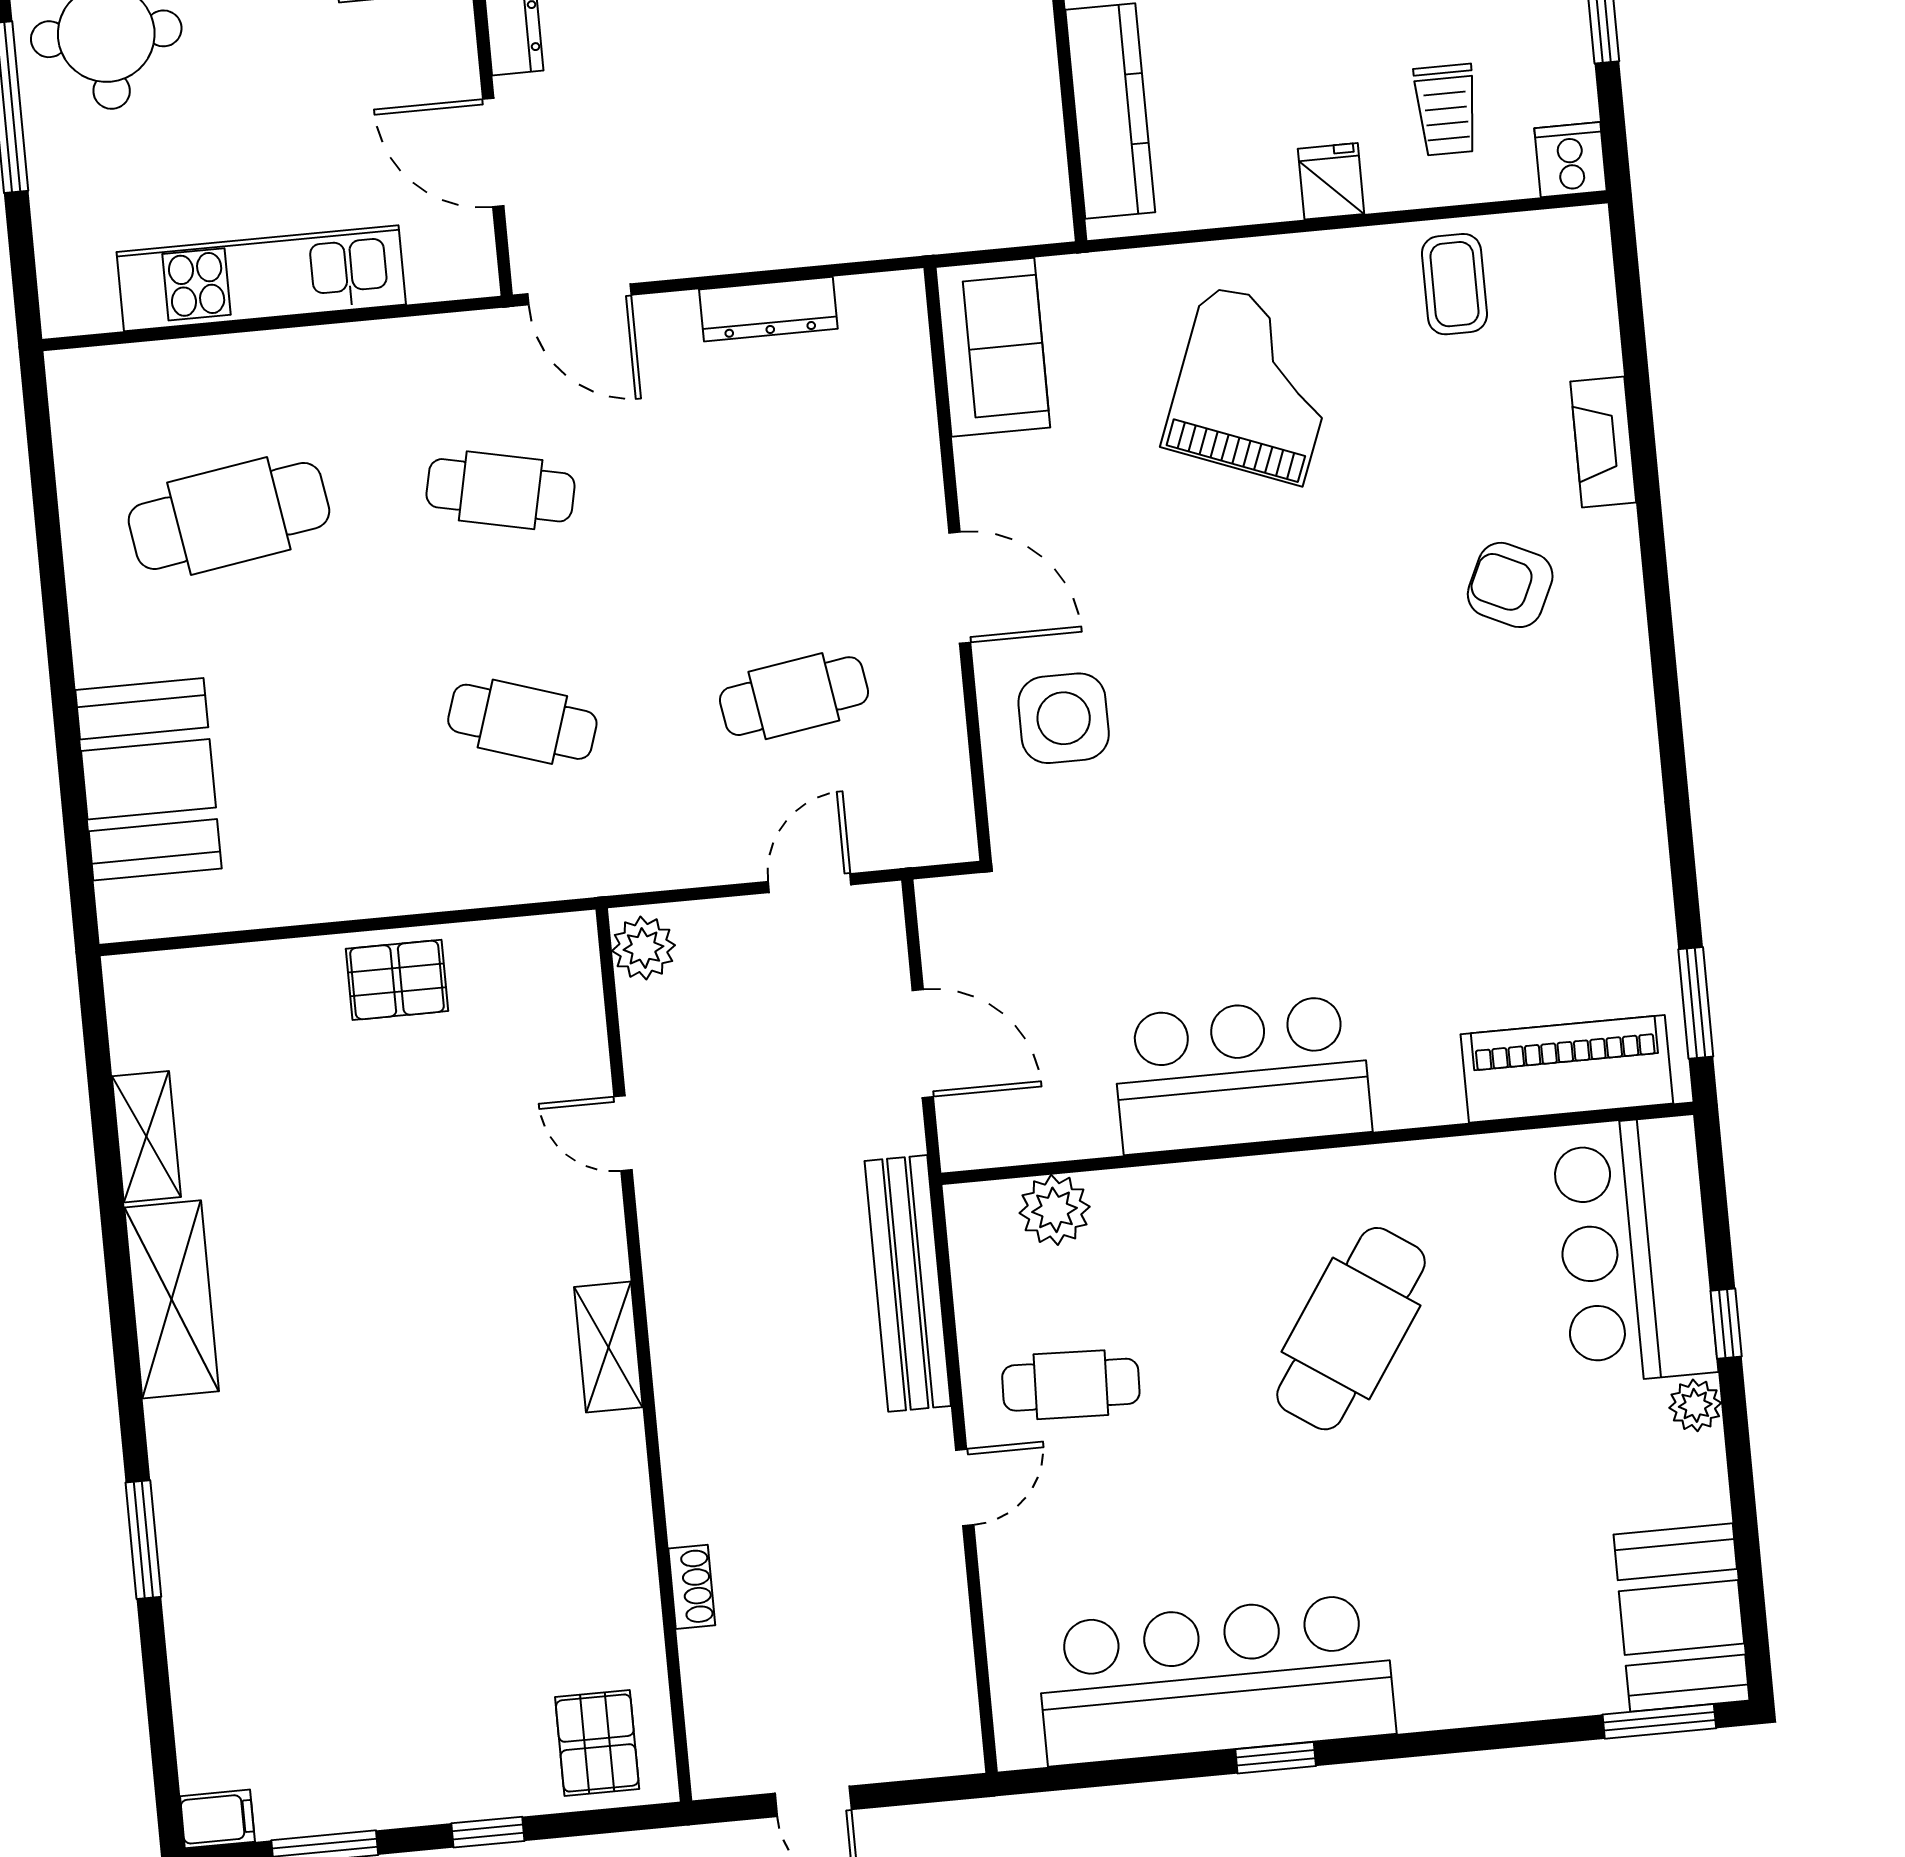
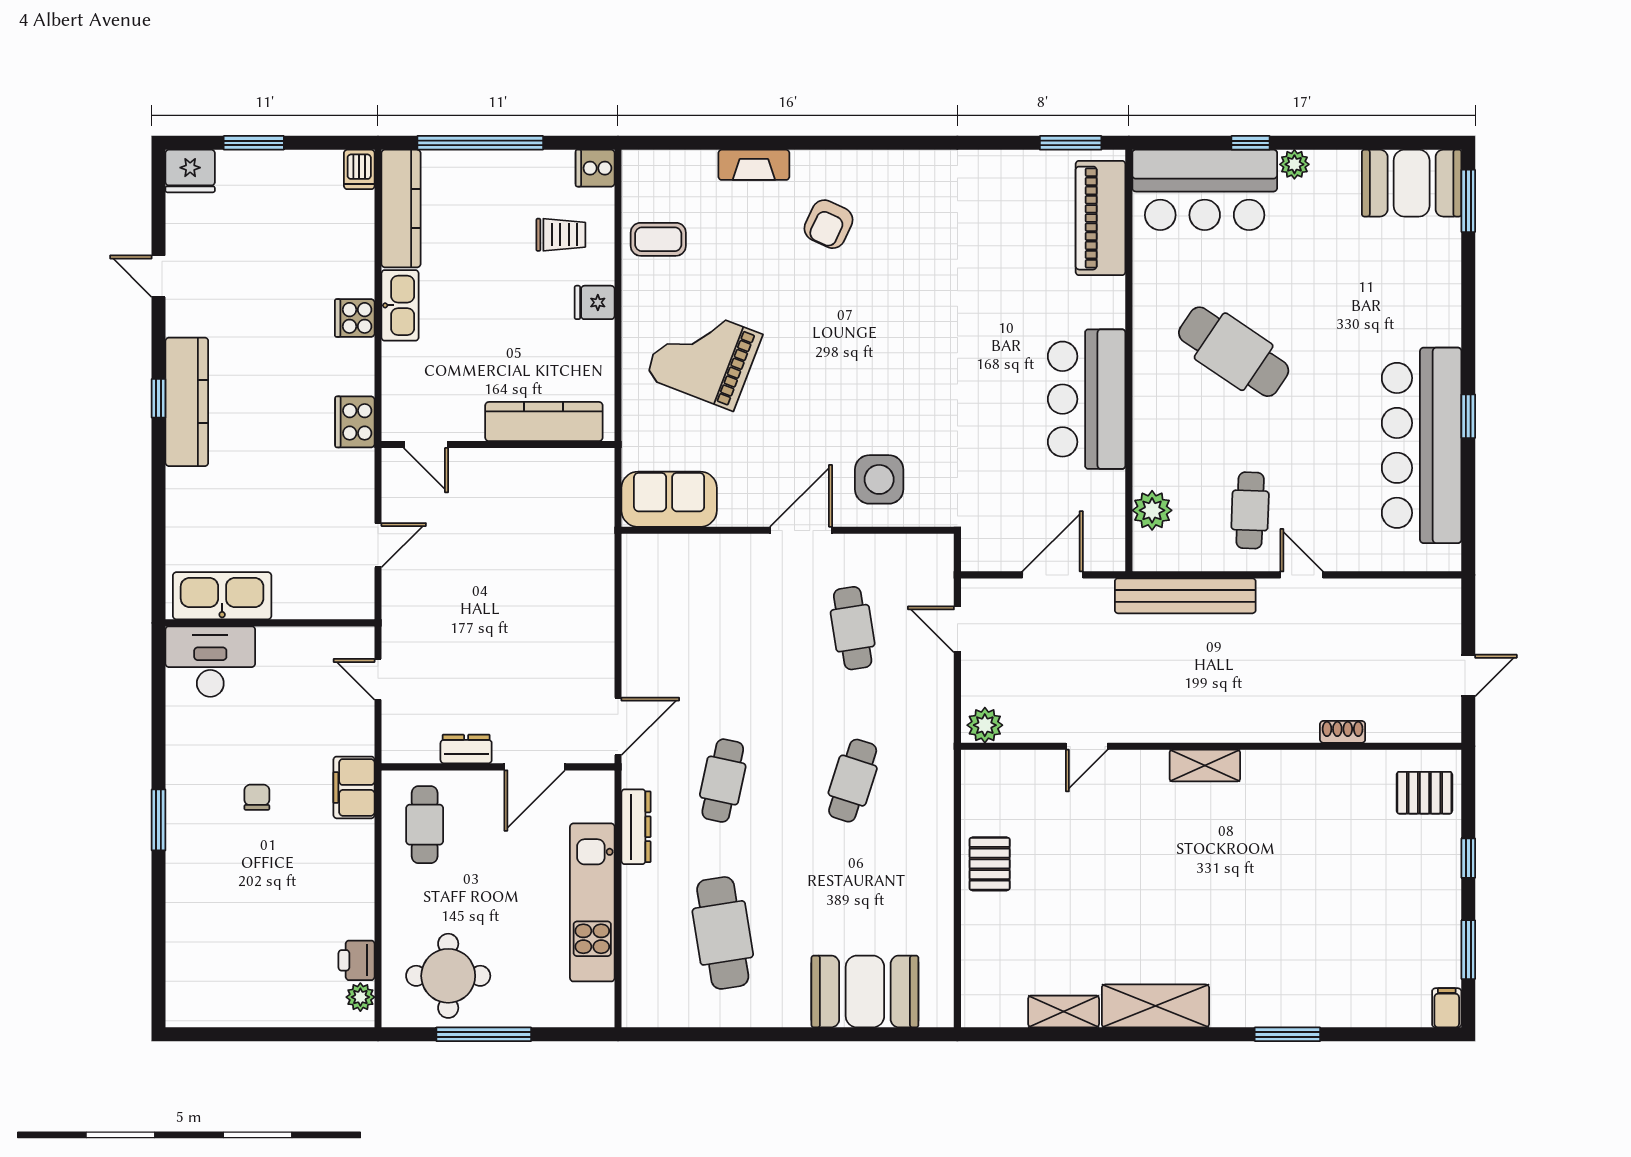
dresser: (768, 309) -> (636, 827), moved

